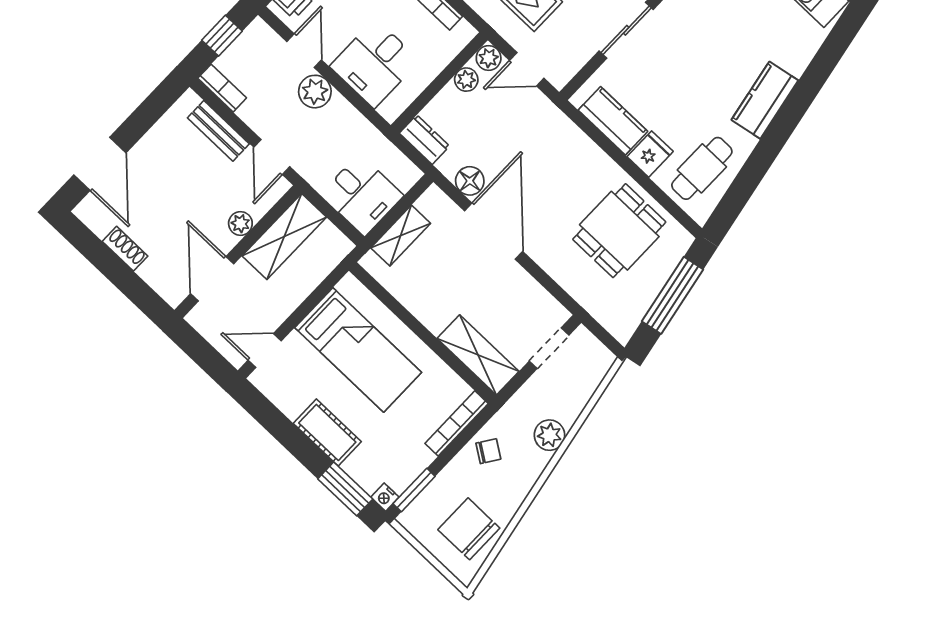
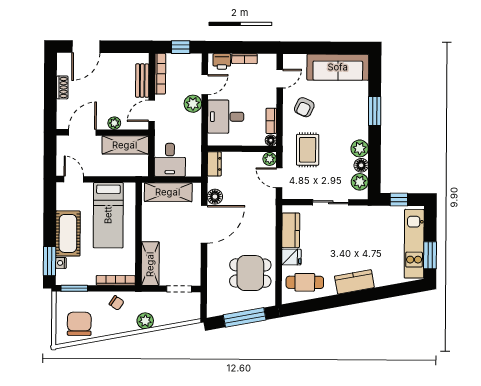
floor lamp: (465, 32) -> (271, 140), added
plant: (466, 80) -> (253, 158), removed
bookcase: (222, 88) -> (160, 74), width x1.56
shelving: (401, 236) -> (168, 192), width x1.50, depth x1.33
cot: (327, 432) -> (68, 233), width x1.37, depth x1.34
nightstand: (385, 497) -> (61, 263), moved

